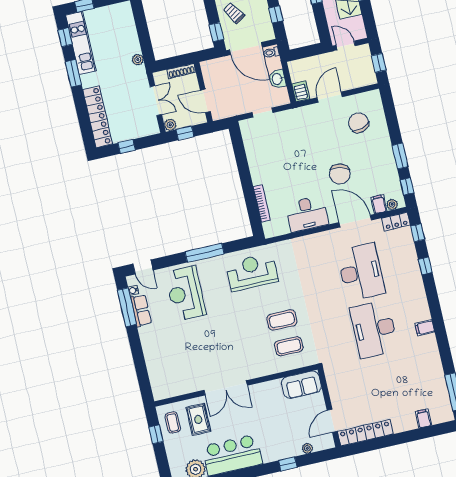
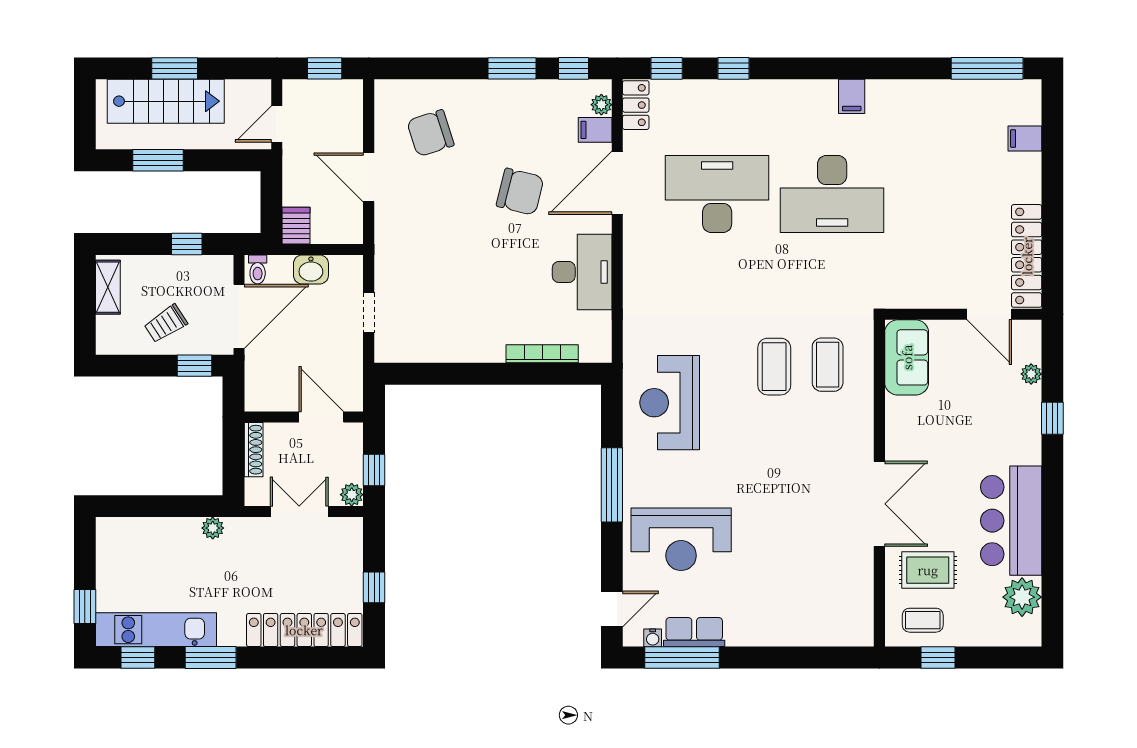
server rack: (301, 91) -> (296, 226), moved, turned 90
door: (205, 101) -> (321, 417), swing flipped

